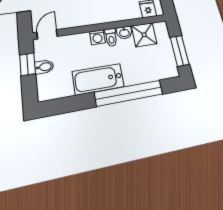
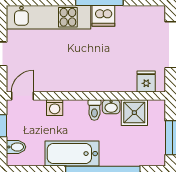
washing machine: (97, 37) -> (55, 108), moved
bidet: (44, 67) -> (16, 147), moved

